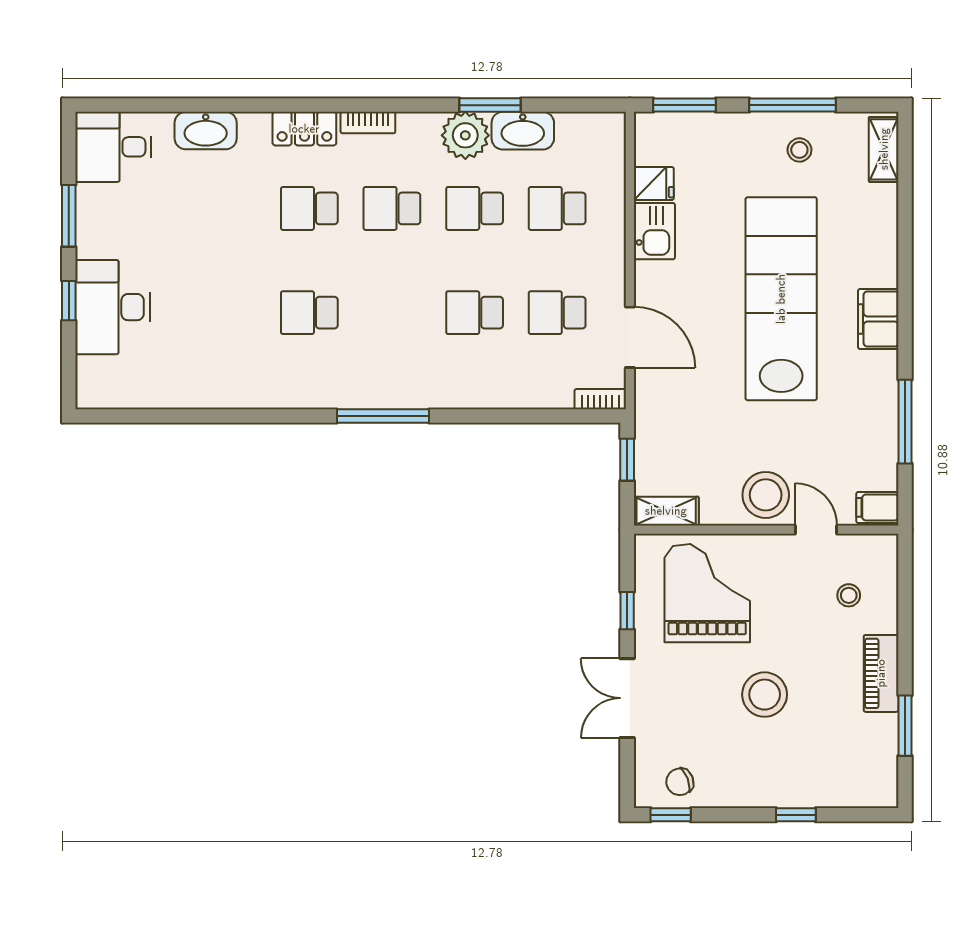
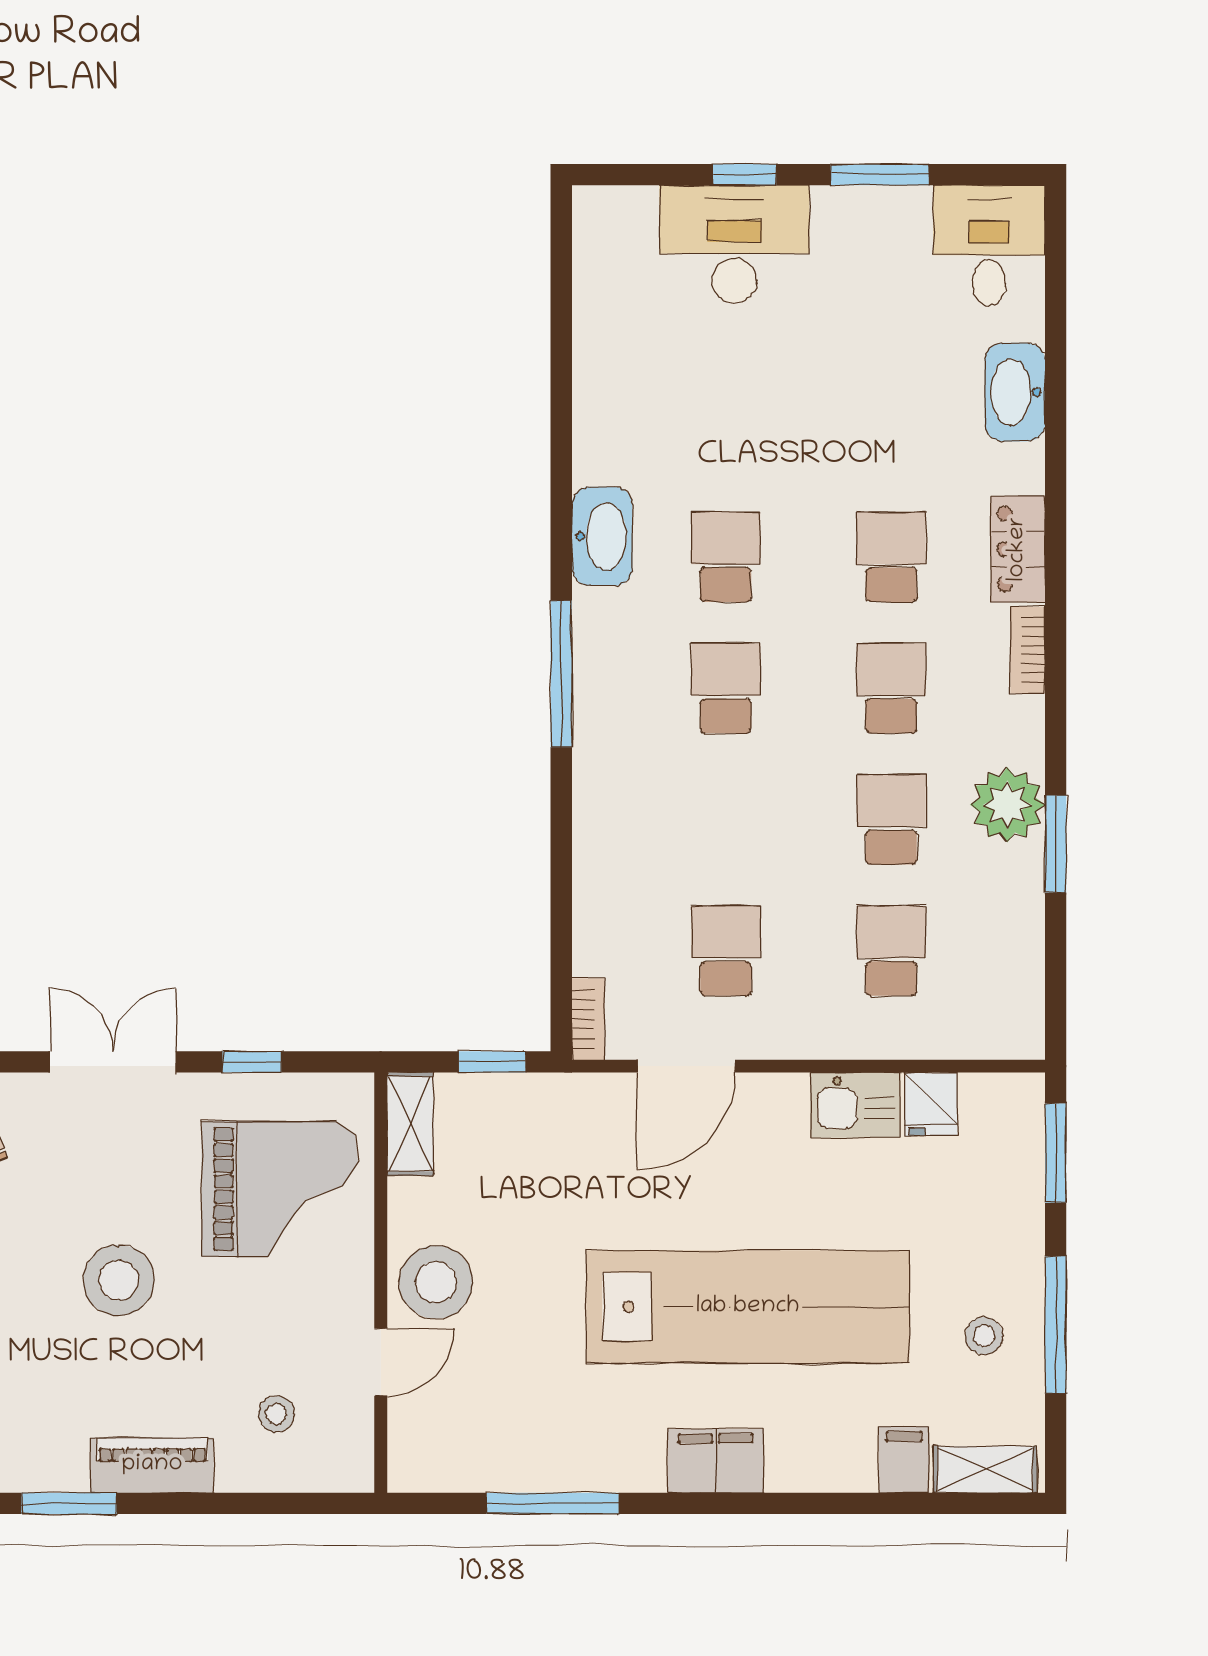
washbasin: (523, 131) -> (602, 536), moved, turned 180
school desk: (475, 313) -> (726, 688), moved
filing cabinet: (877, 507) -> (904, 1460), moved

